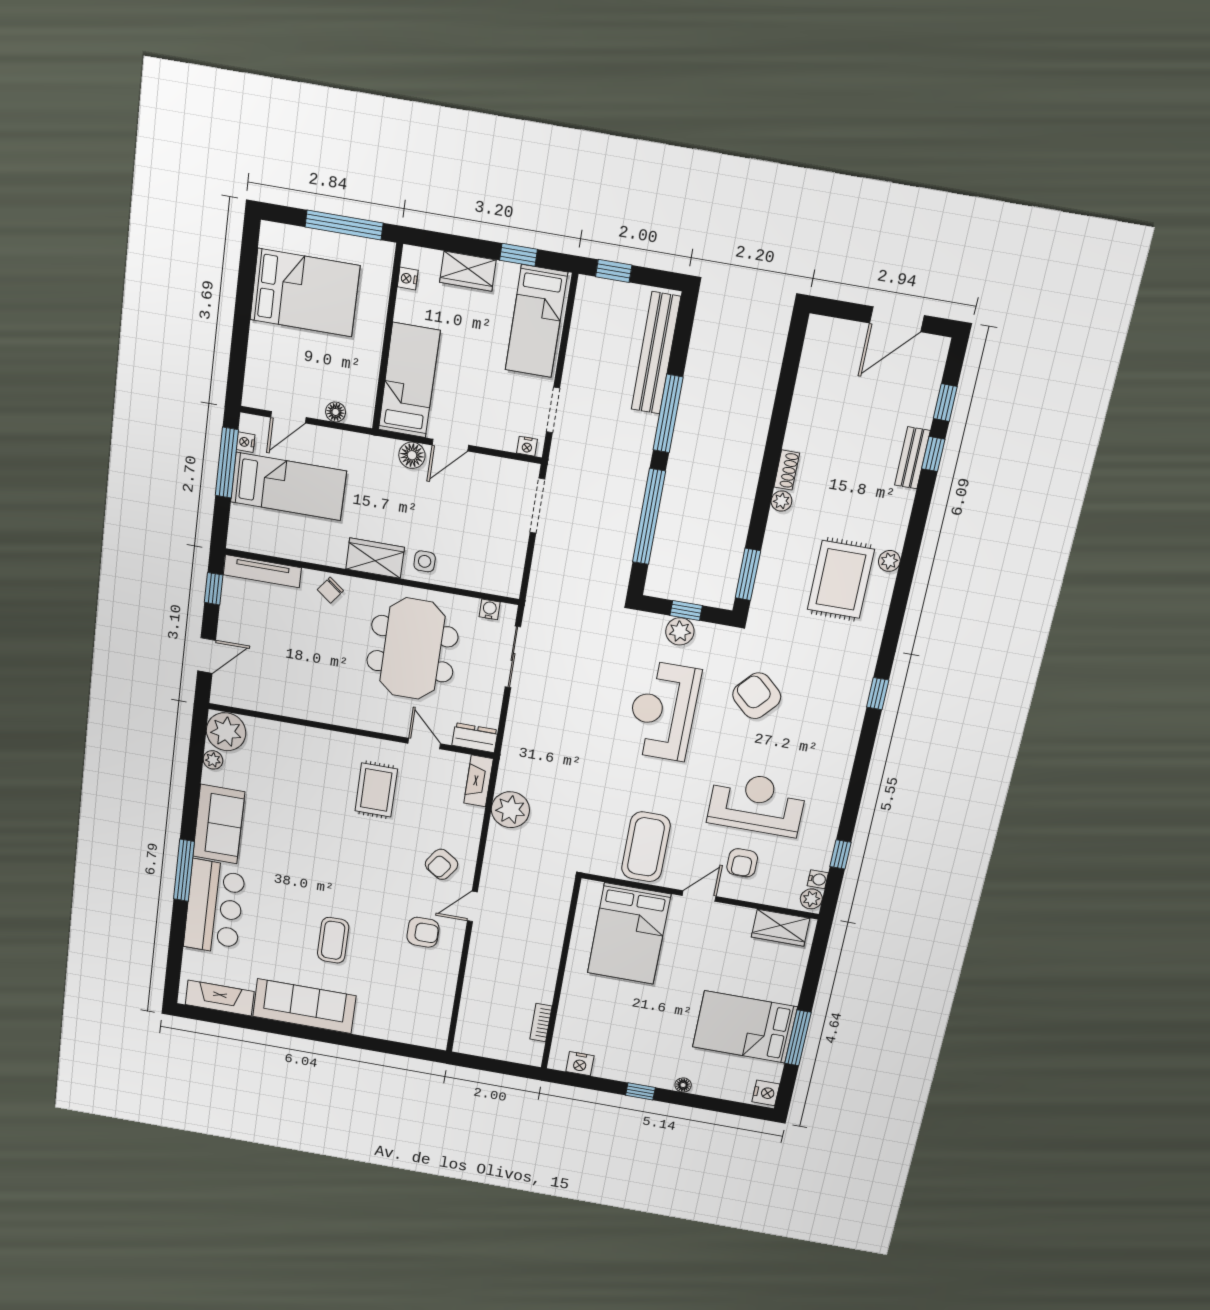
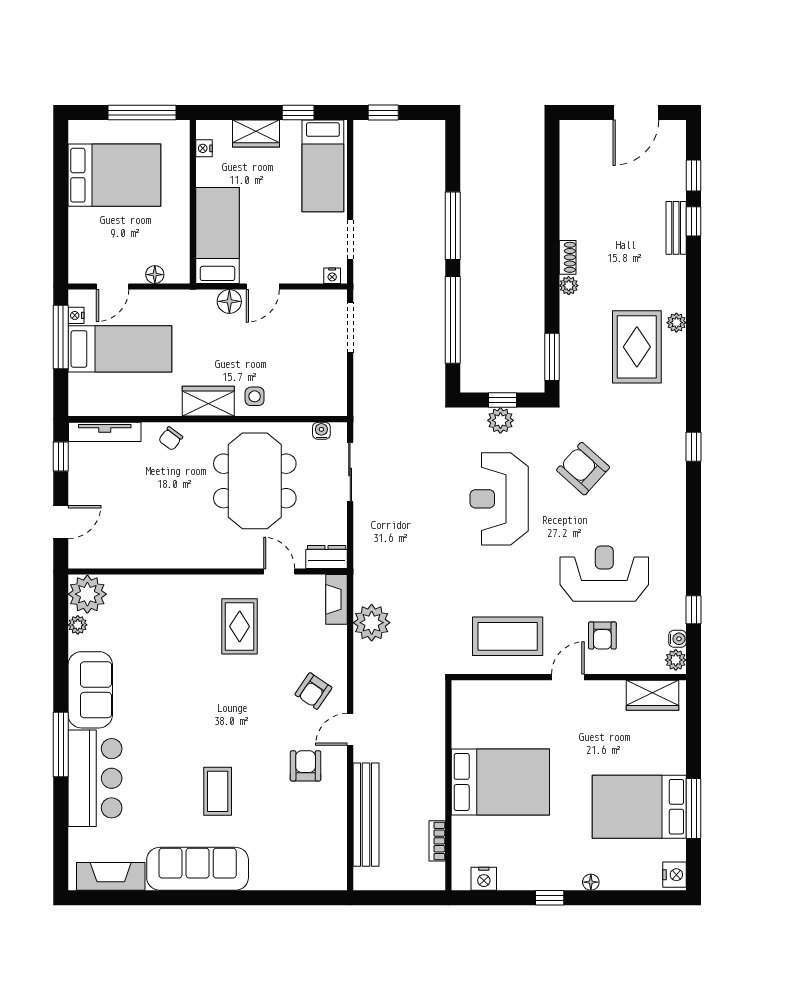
bench: (656, 353) -> (366, 815), moved
coffee table: (646, 847) -> (508, 636), turned 90
armchair: (423, 932) -> (306, 766), turned -90
bed: (629, 934) -> (500, 782), moved, turned -90

